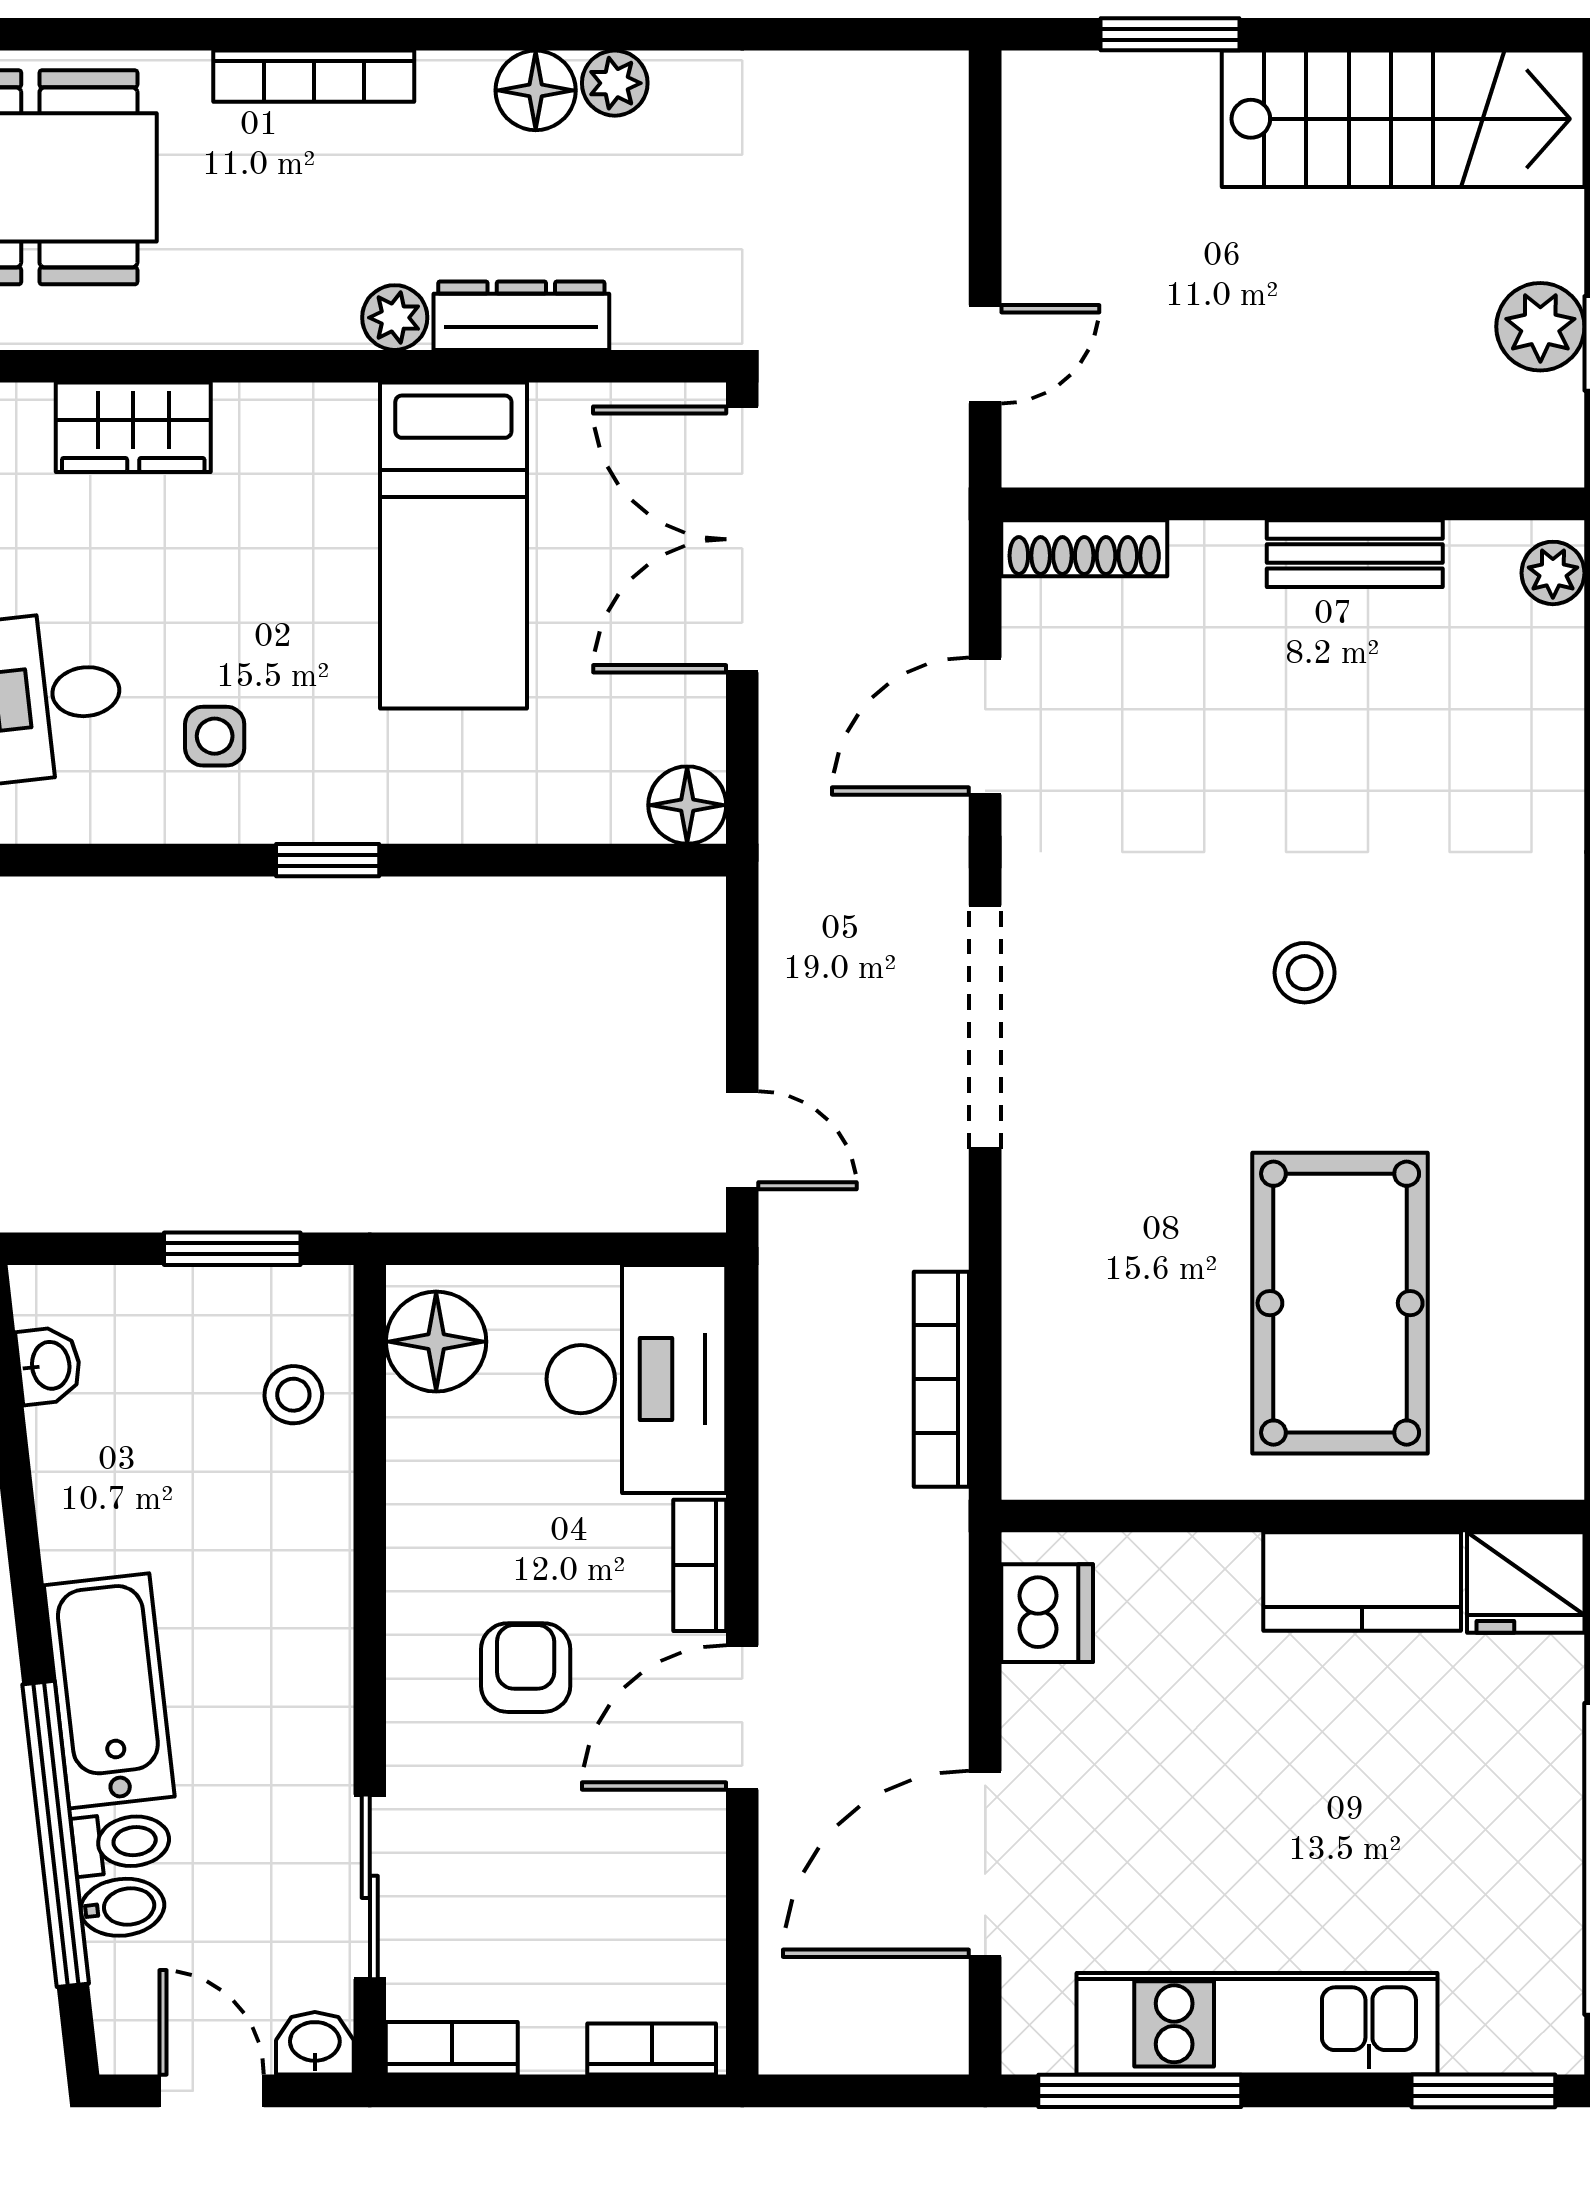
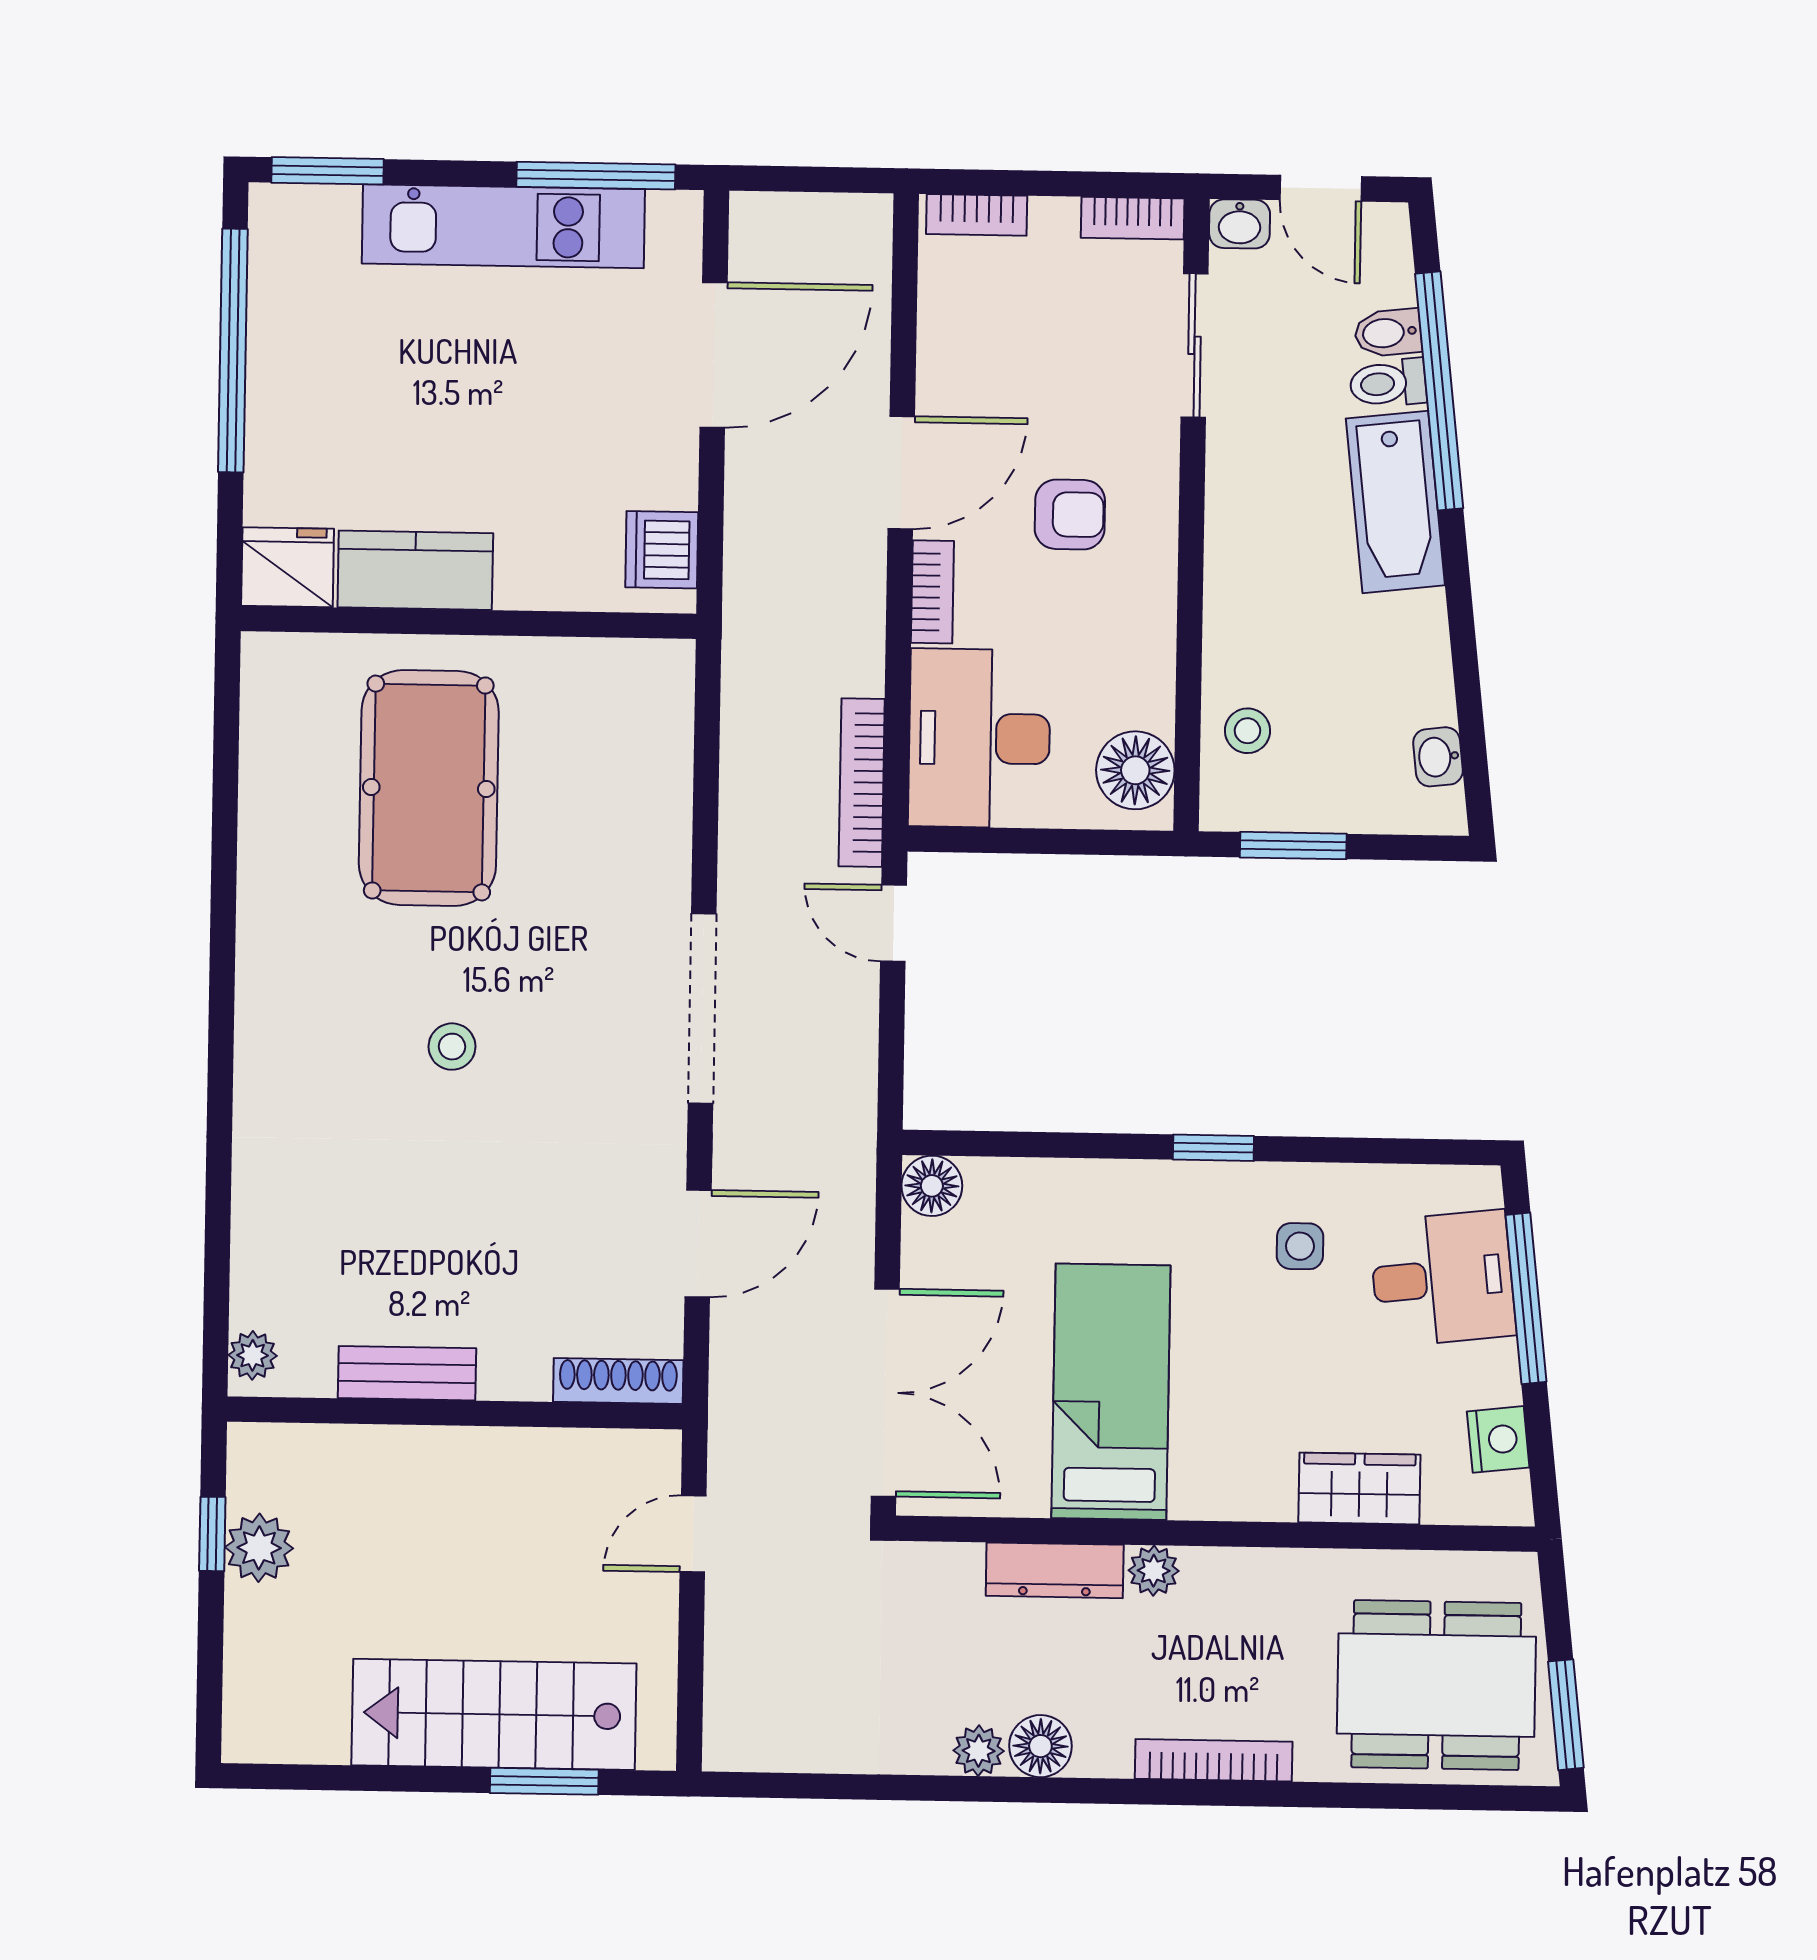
stairs: (1403, 119) -> (494, 1714), moved
bookcase: (941, 1379) -> (862, 783), moved, turned 180
armchair: (526, 1668) -> (1070, 514), turned -90

